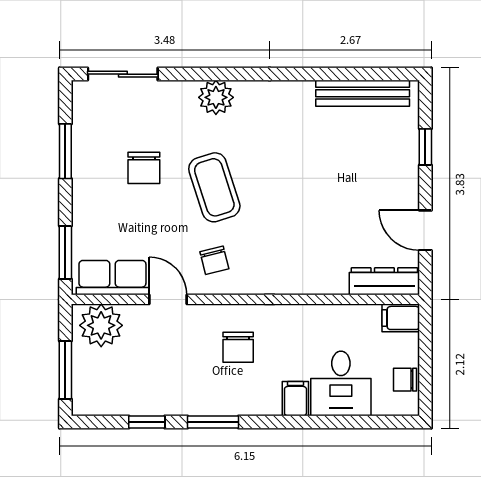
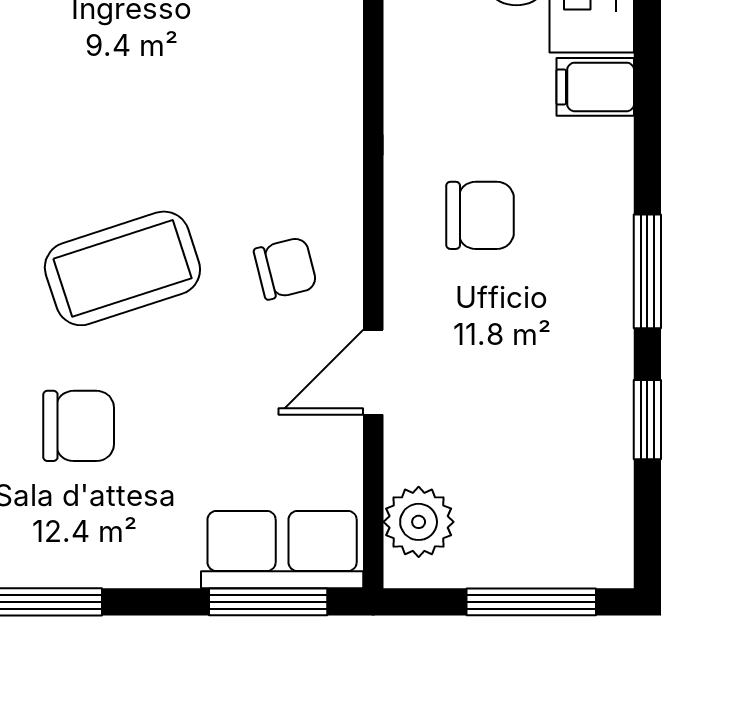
row of seats: (112, 278) -> (282, 550), moved, turned 90
plant: (101, 325) -> (419, 522), width x0.73, depth x0.73

